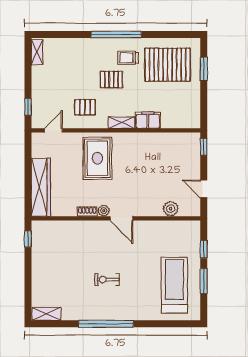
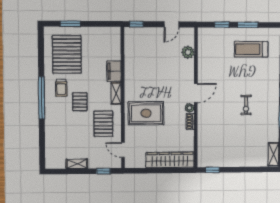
shelving: (37, 52) -> (77, 164), moved
pallet: (85, 107) -> (103, 124), width x1.50, depth x1.42
treadmill: (174, 285) -> (251, 49), width x0.73, depth x0.73

